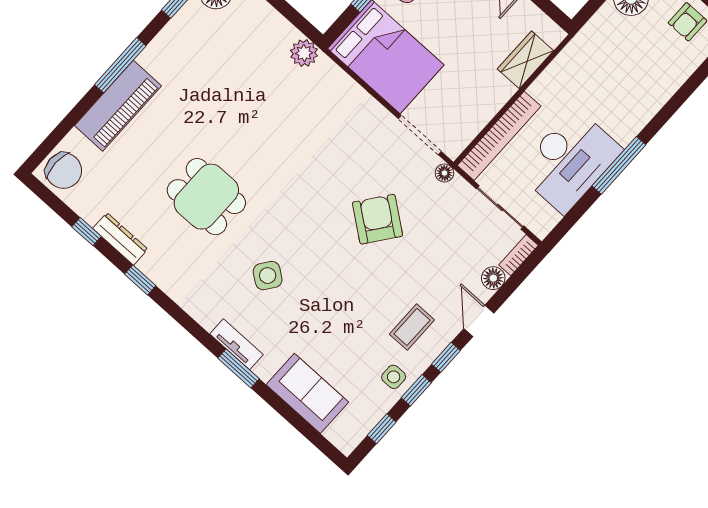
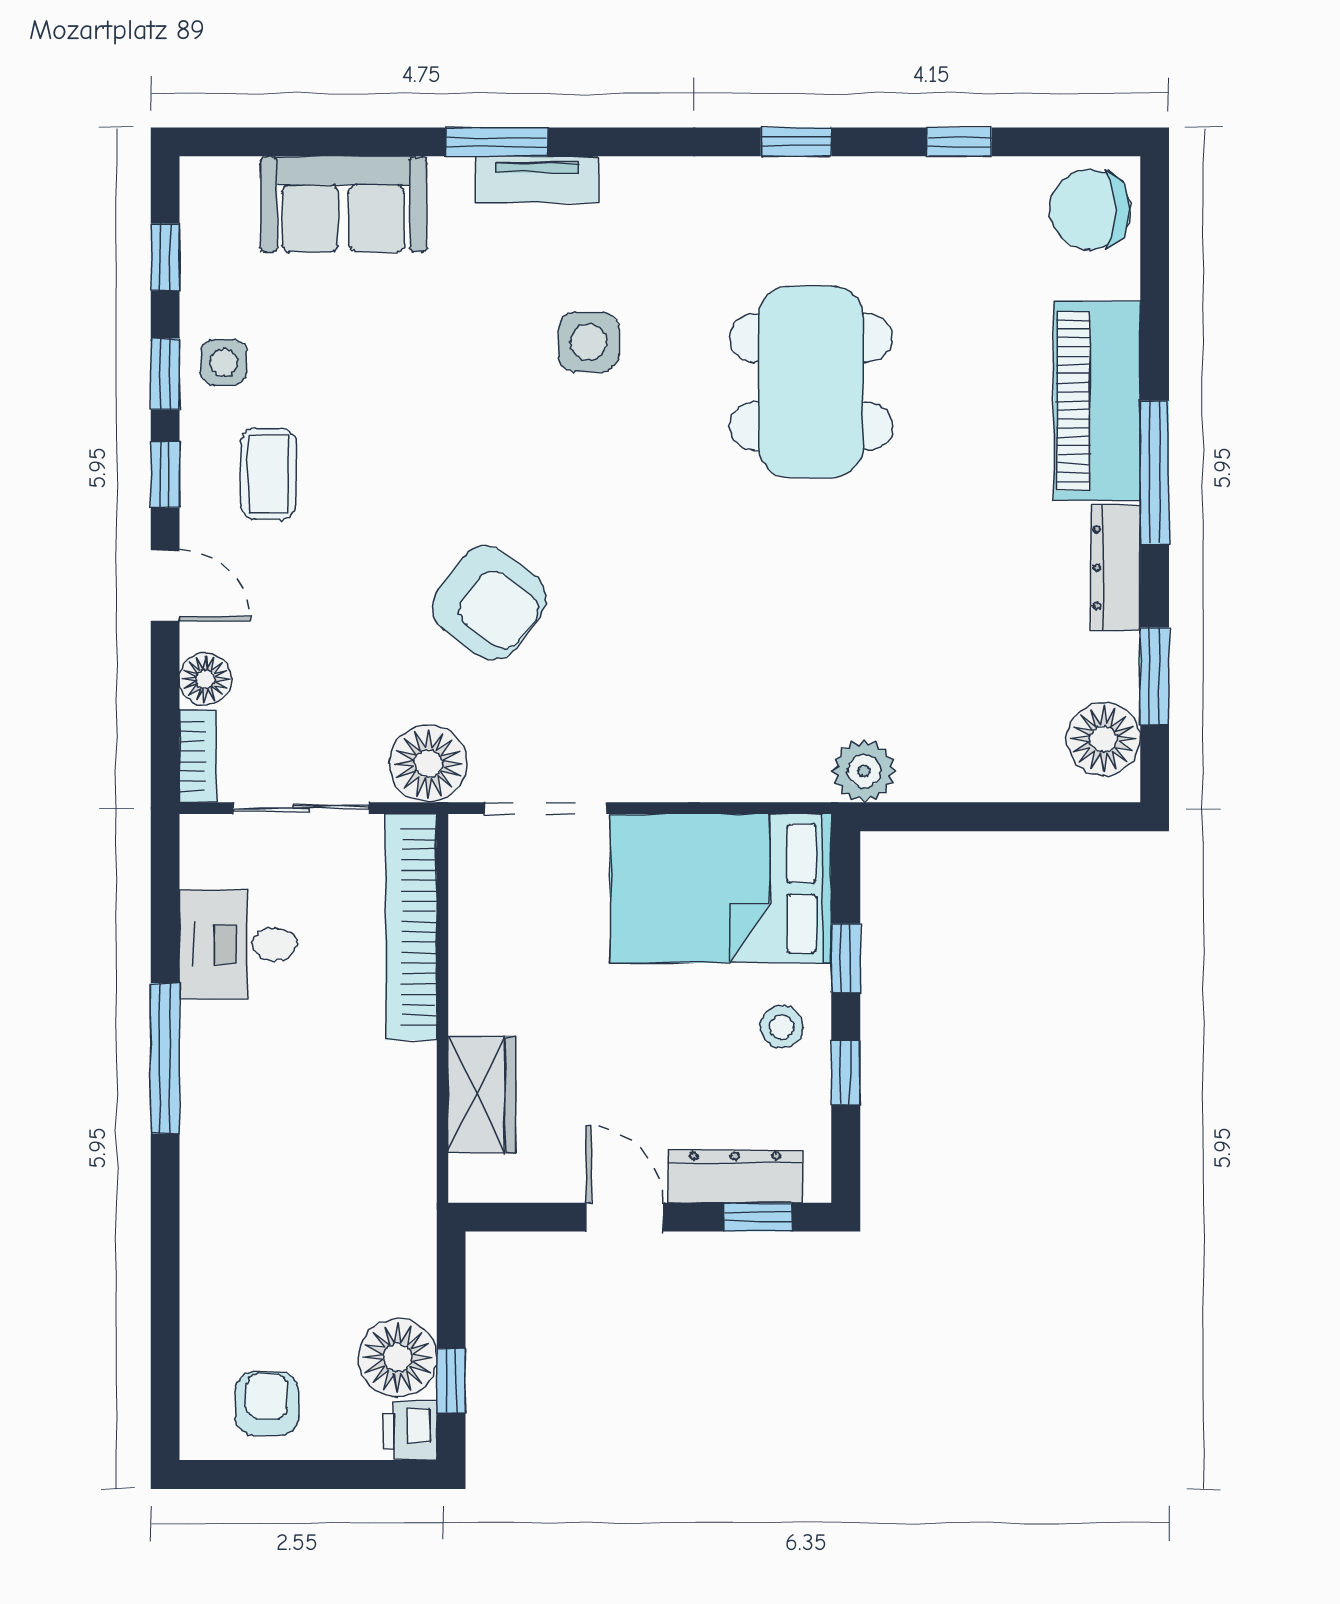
desk: (569, 160) -> (238, 944), width x0.53, depth x0.77
floor lamp: (444, 173) -> (428, 764), width x1.89, depth x1.89
dining table: (206, 197) -> (811, 382), width x1.38
dresser: (120, 239) -> (1116, 568), moved, turned 90
side table: (268, 276) -> (589, 342), turned -36

